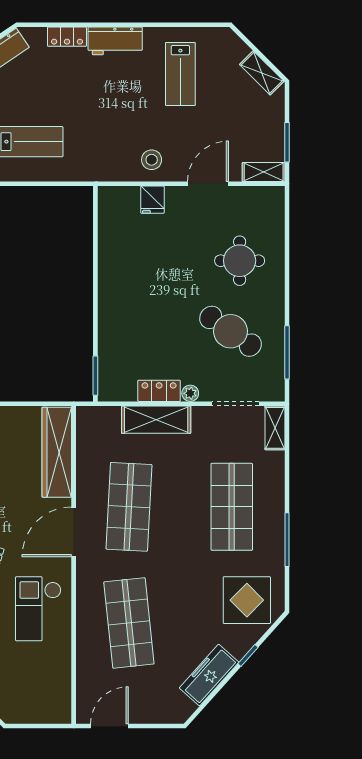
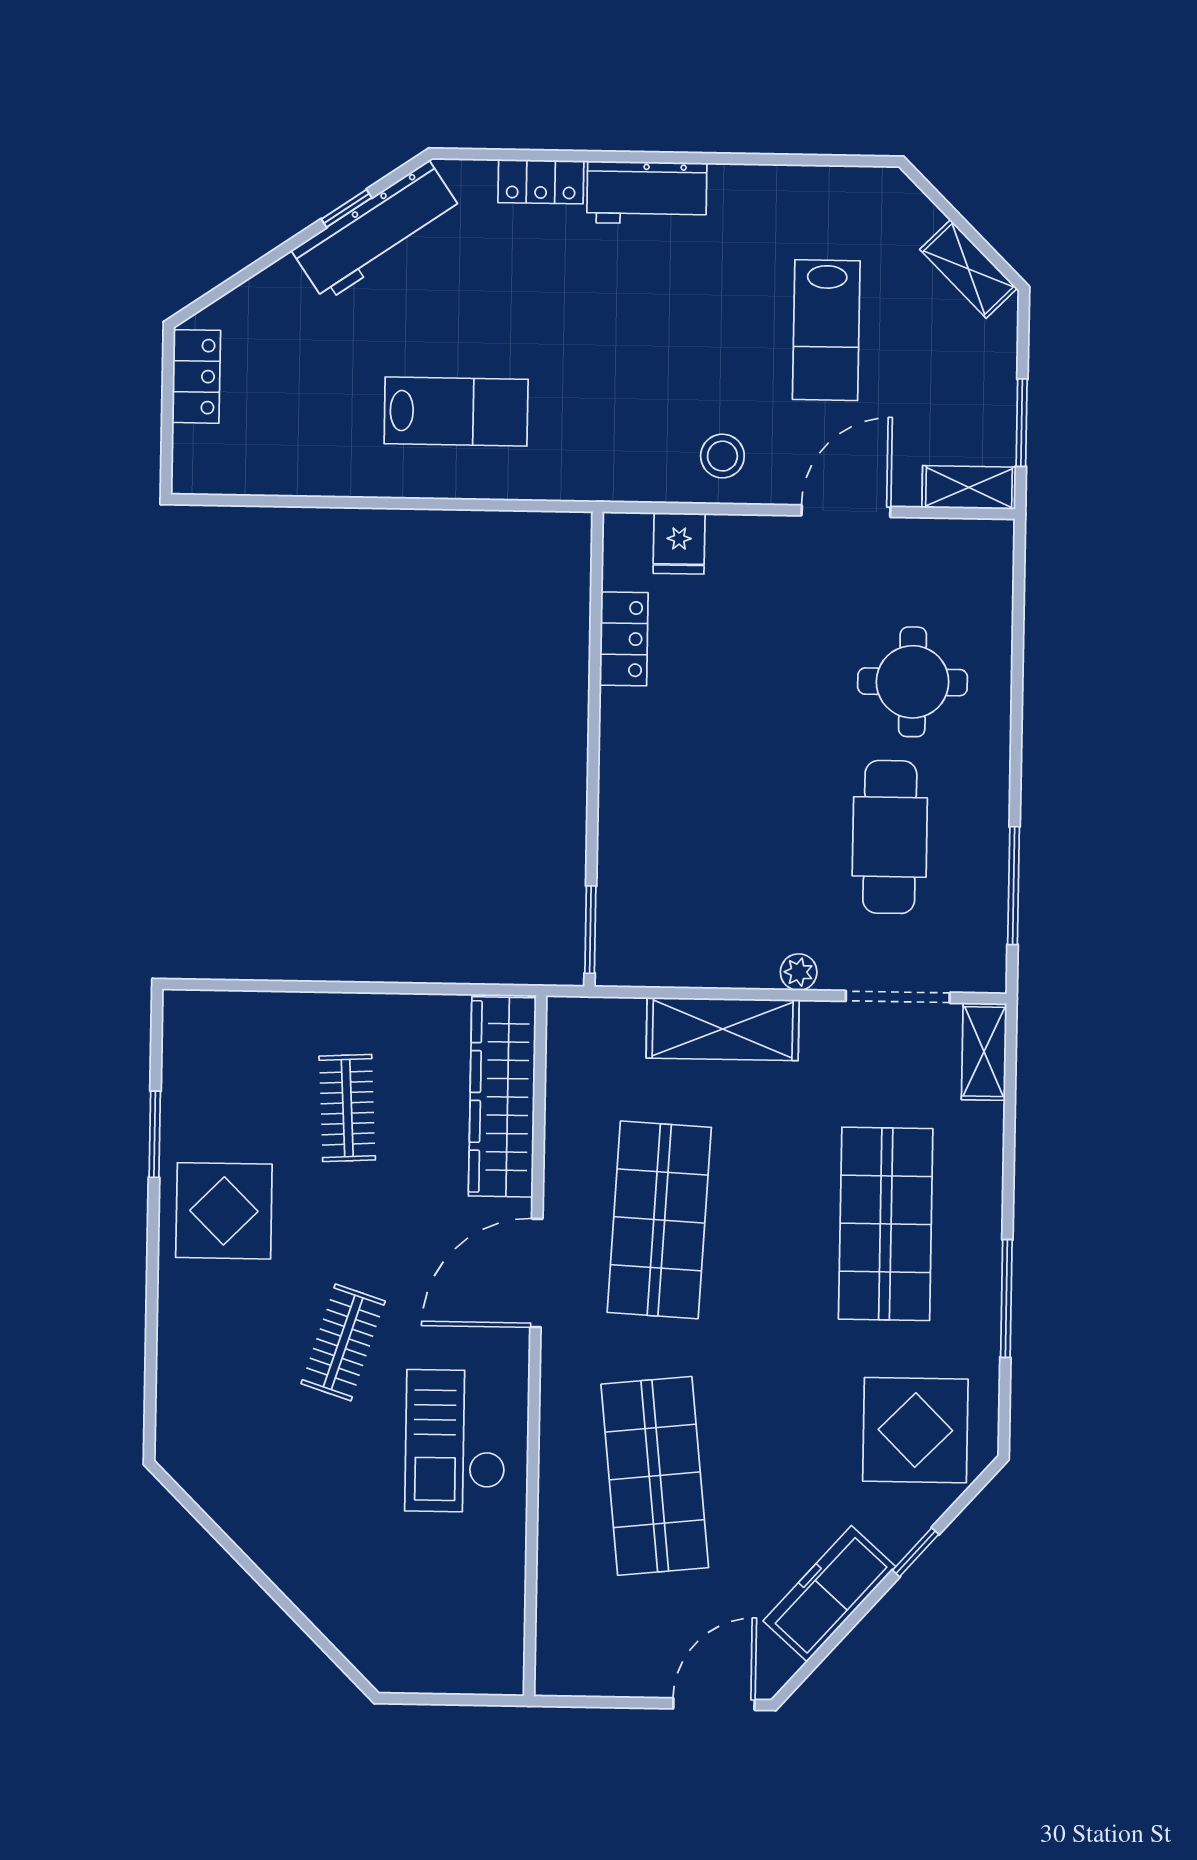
lab bench: (180, 74) -> (826, 330), moved
fridge: (152, 200) -> (679, 543), moved
cafe table: (231, 331) -> (890, 837), turned 55
locker: (159, 391) -> (624, 639), moved, turned 90
door: (109, 726) -> (714, 1704), moved

